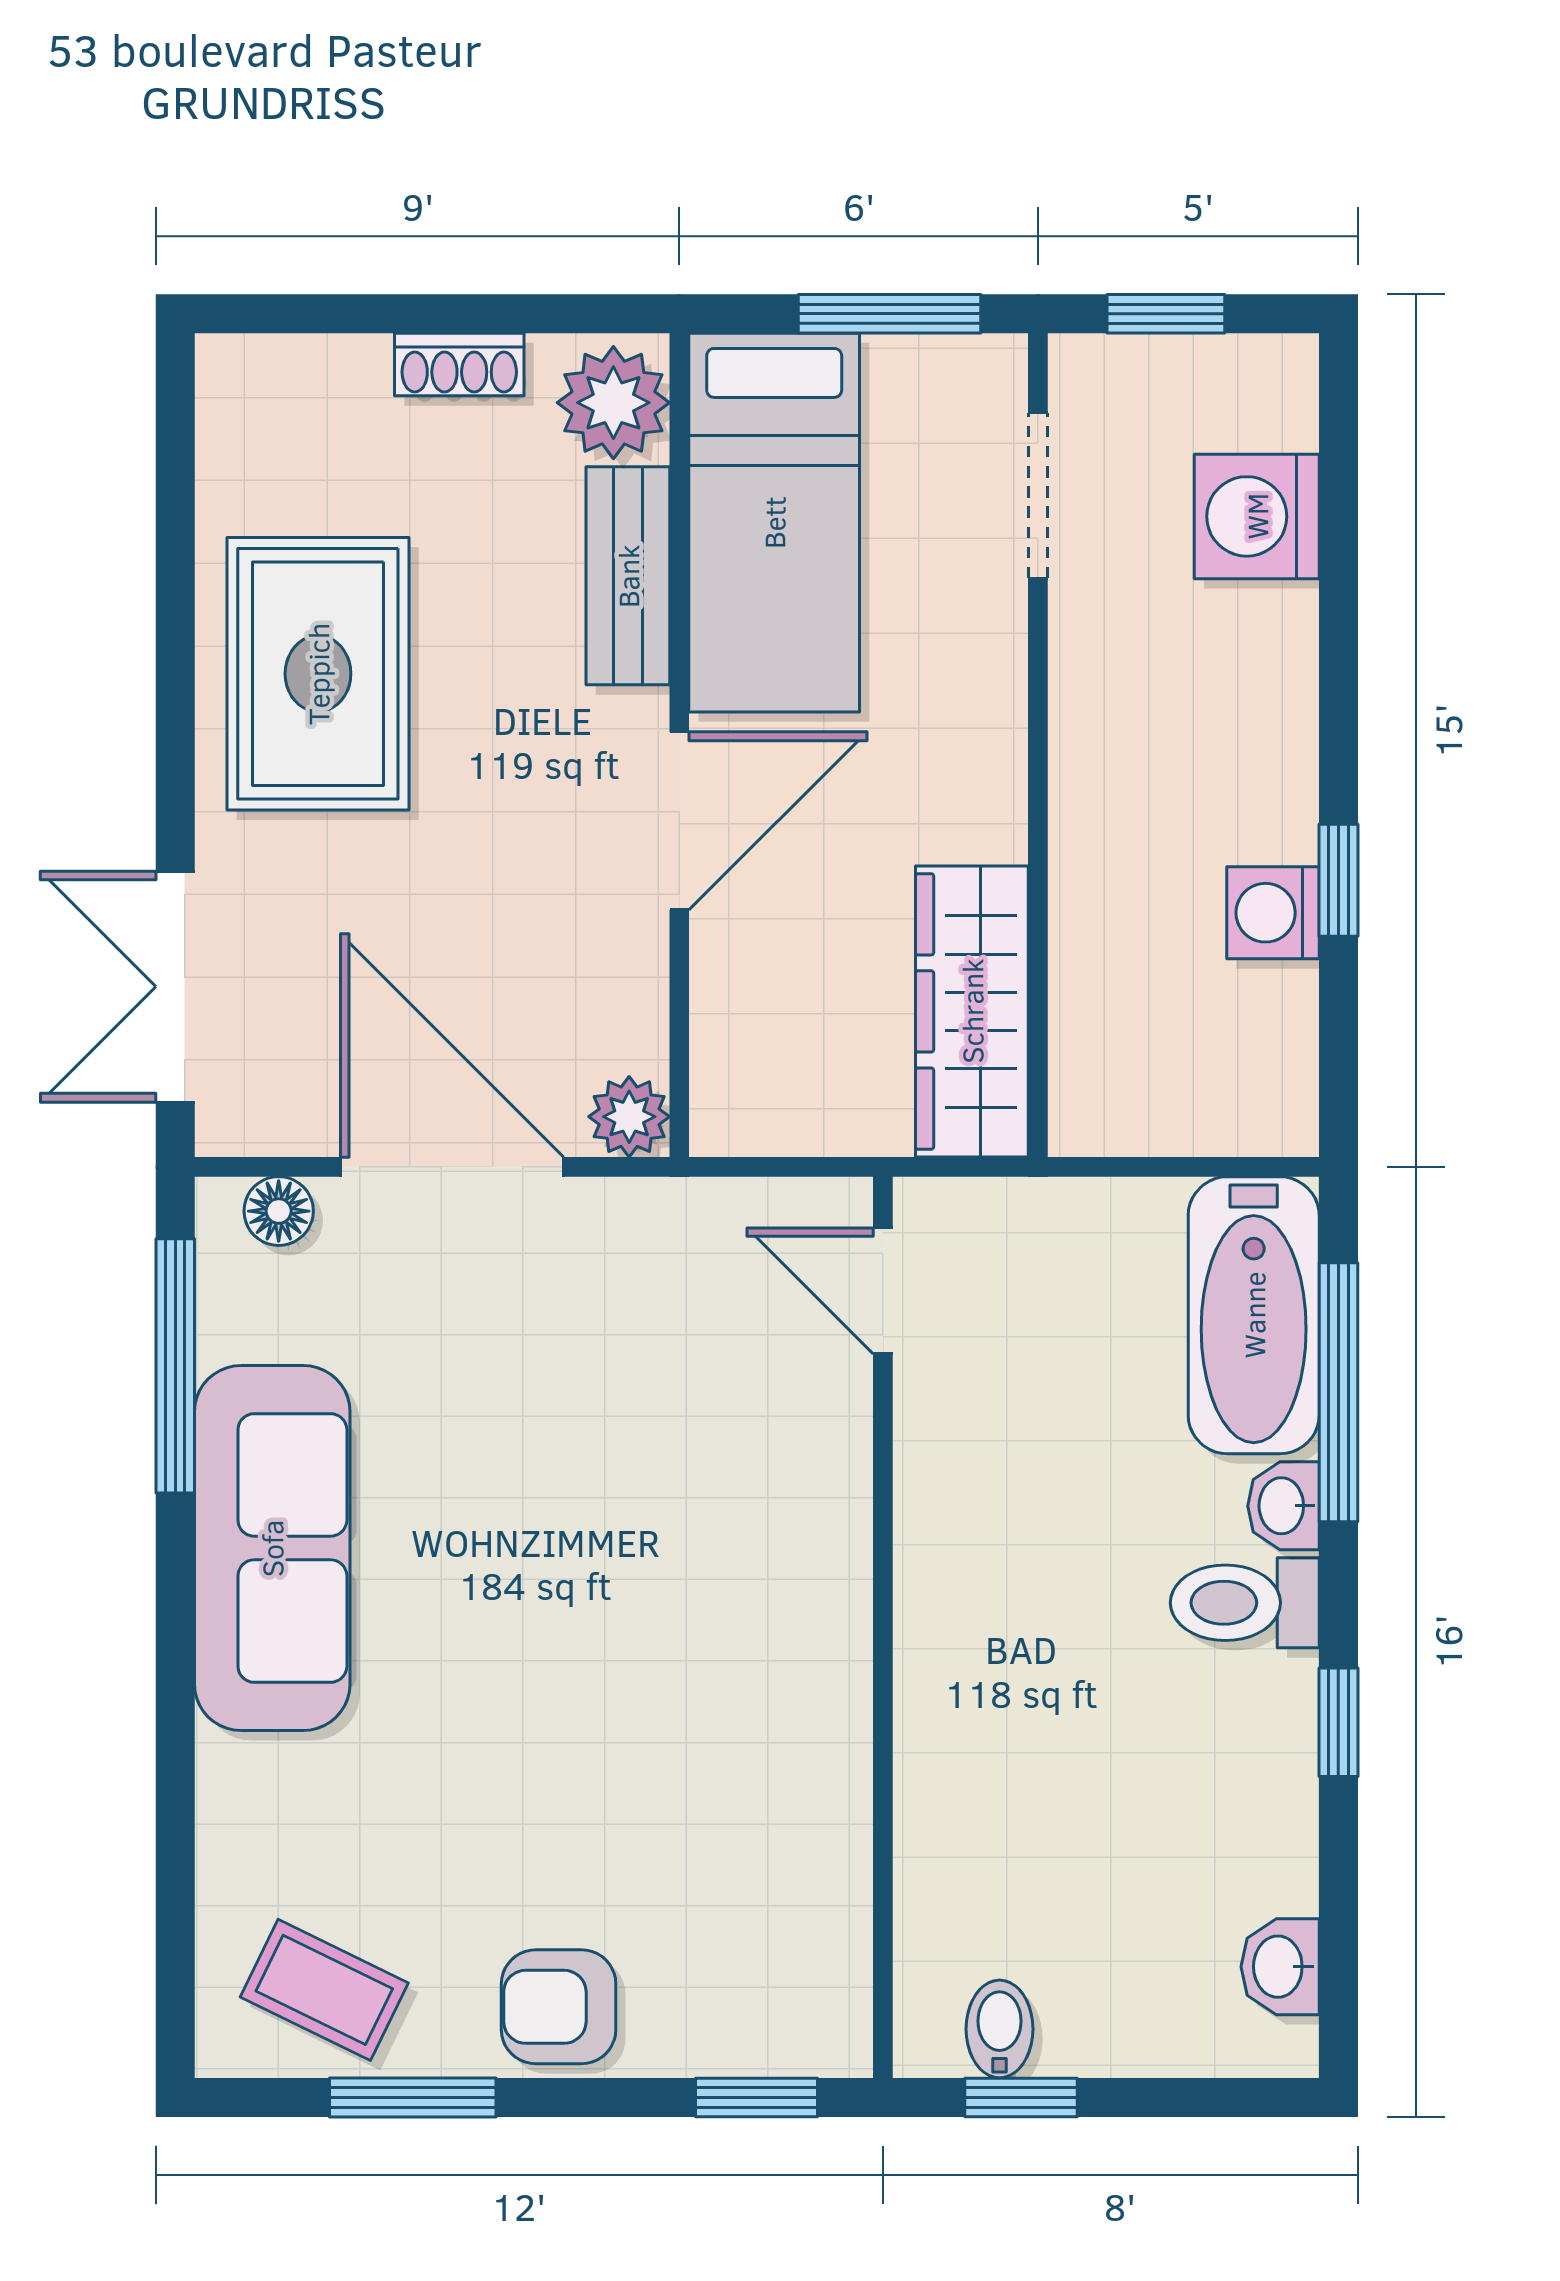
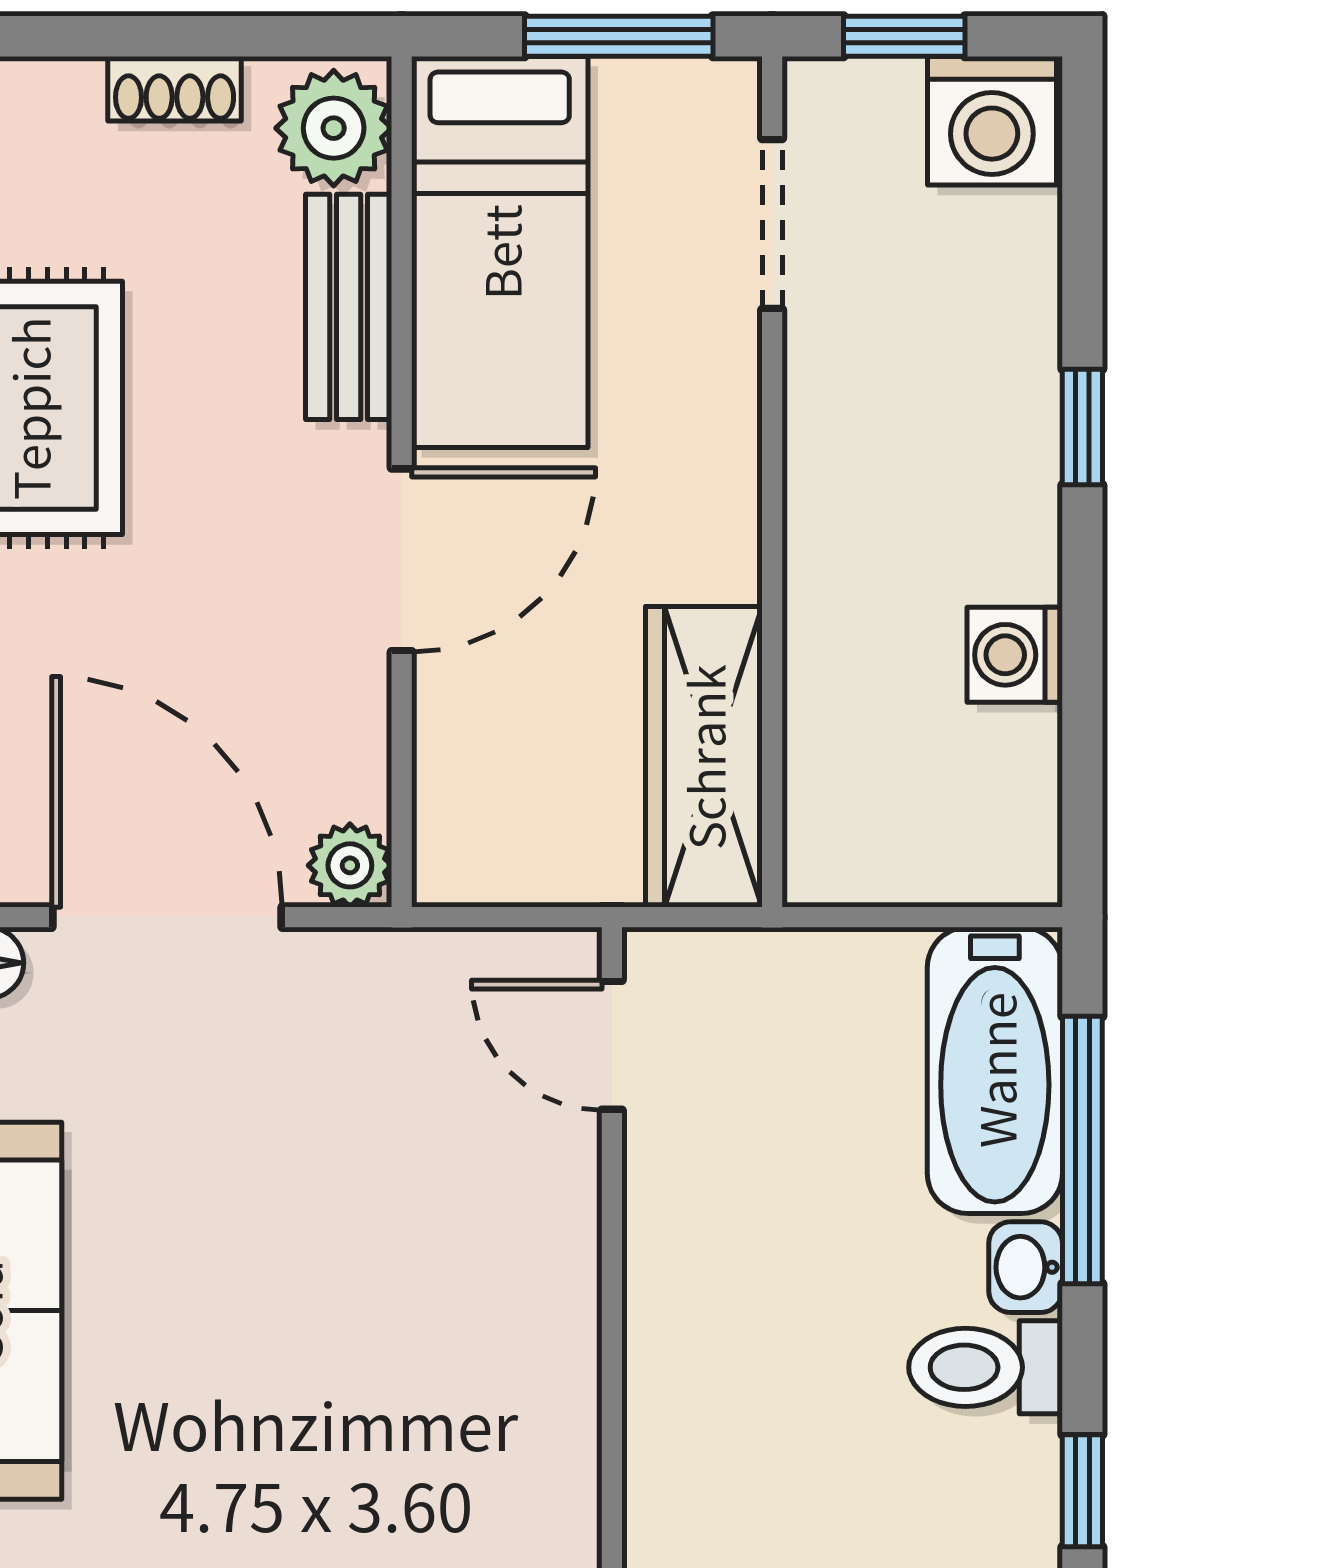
washing machine: (1257, 516) -> (992, 121), moved, turned -90
window: (1338, 880) -> (1082, 427), moved

